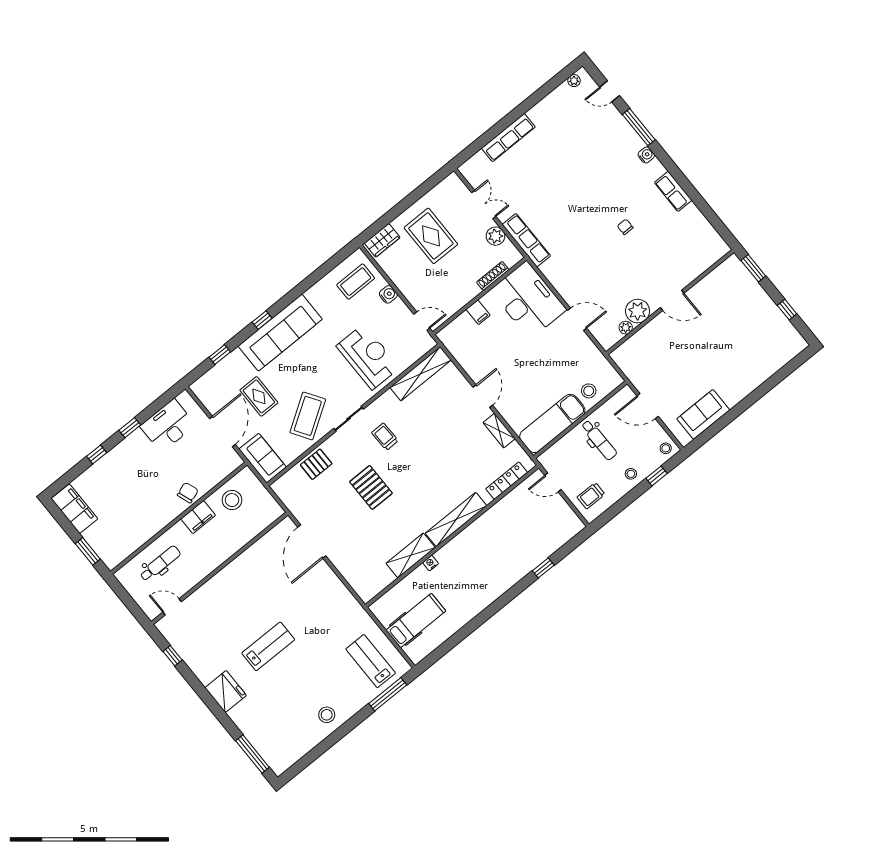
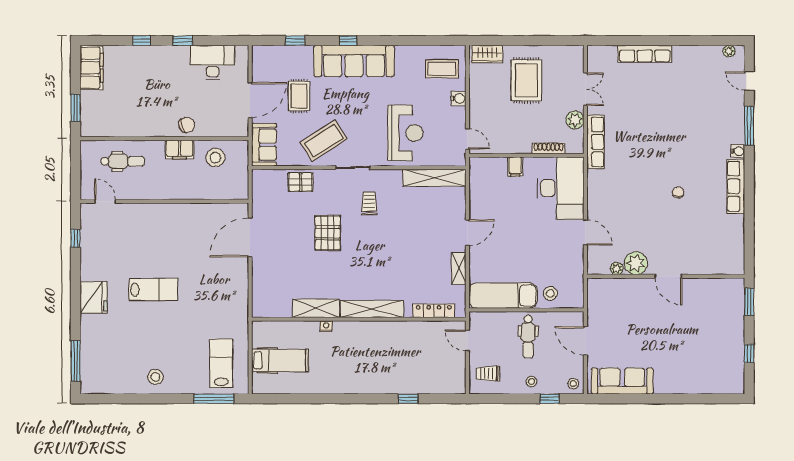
row of seats: (673, 191) -> (736, 186), width x1.48
sofa: (703, 414) -> (622, 381), width x1.36

